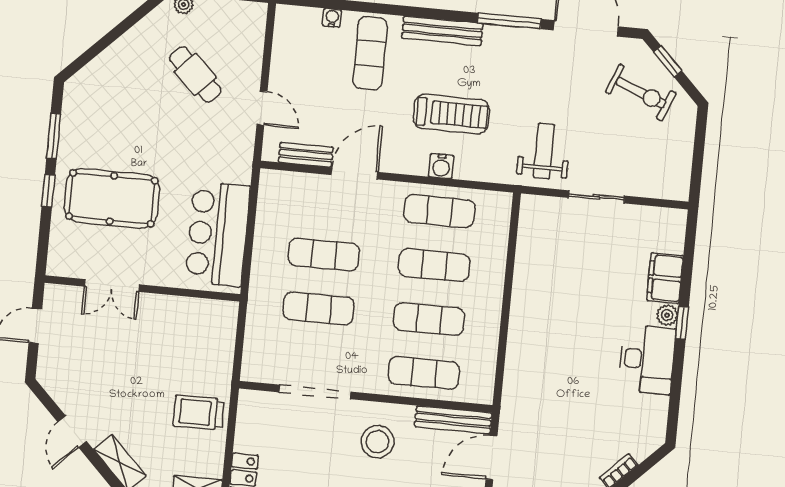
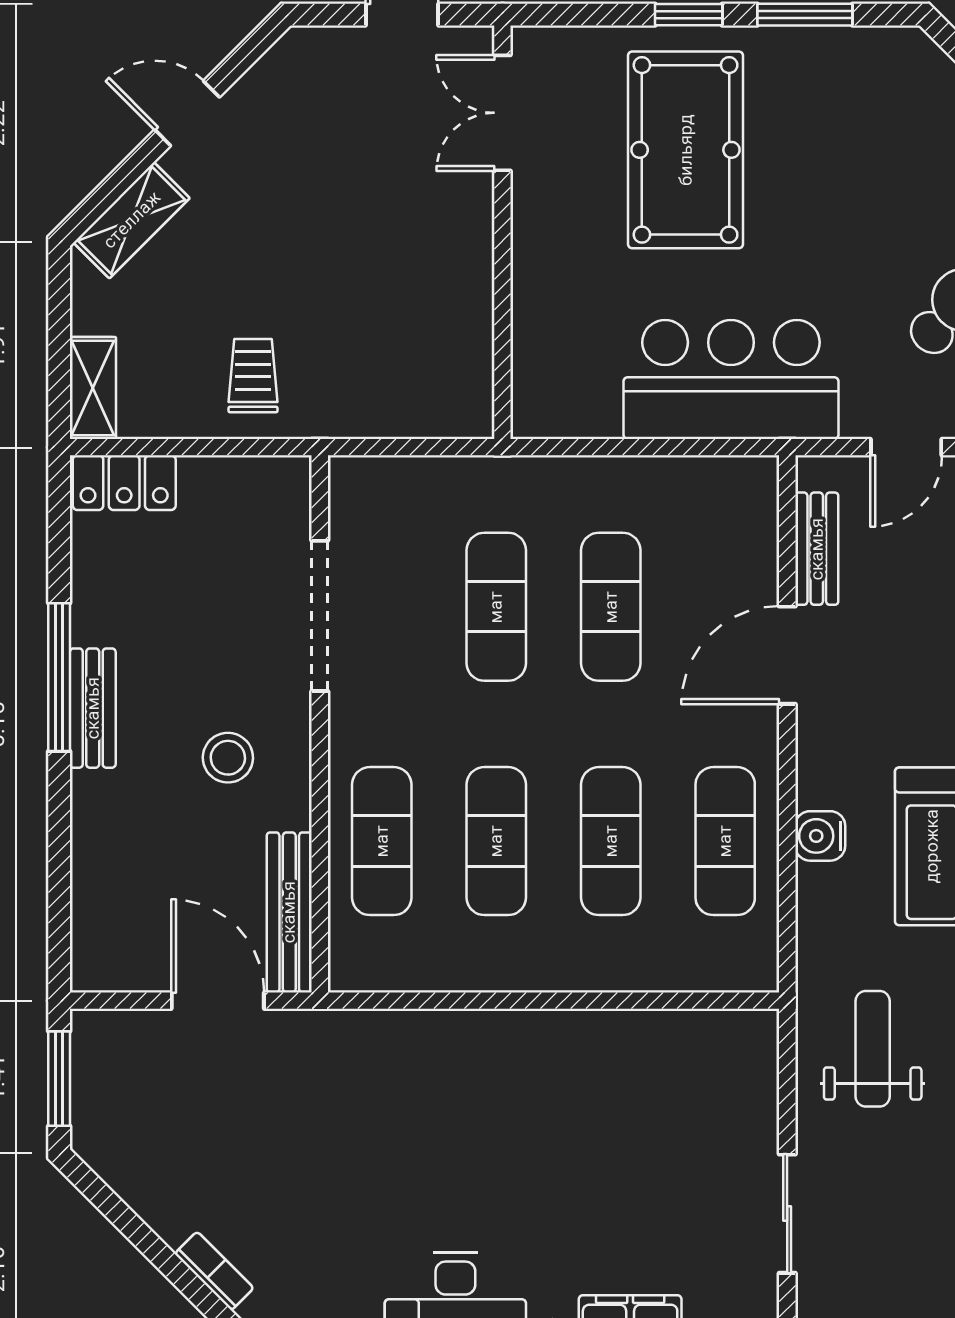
weight bench: (544, 151) -> (873, 1049), turned -90
door: (355, 173) -> (787, 655), swing flipped
sliding door: (596, 197) -> (787, 1214), moved
bar counter: (218, 234) -> (731, 379), moved
double door: (112, 286) -> (502, 113), moved
trolley: (199, 412) -> (253, 376), width x0.73, depth x0.72
stool: (378, 442) -> (228, 758), width x0.73, depth x0.73

